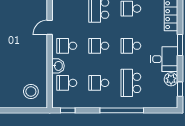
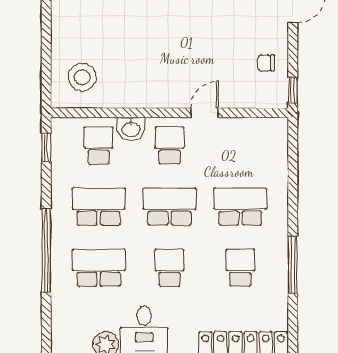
door: (50, 27) -> (205, 113), hinge flipped
school desk: (99, 46) -> (169, 207), width x1.85
school desk: (99, 83) -> (99, 207), width x1.85

